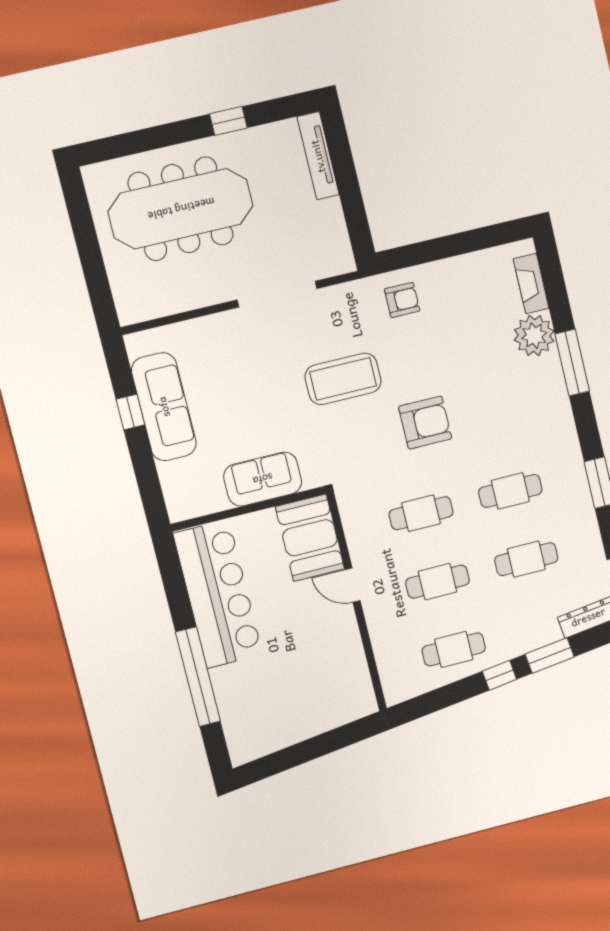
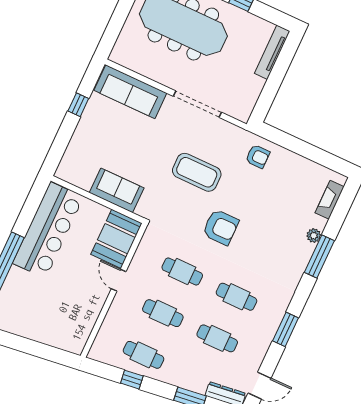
plant: (534, 336) -> (314, 236), width x0.53, depth x0.53
sofa: (164, 407) -> (130, 92), moved, turned 90
window: (499, 675) -> (132, 380), moved

